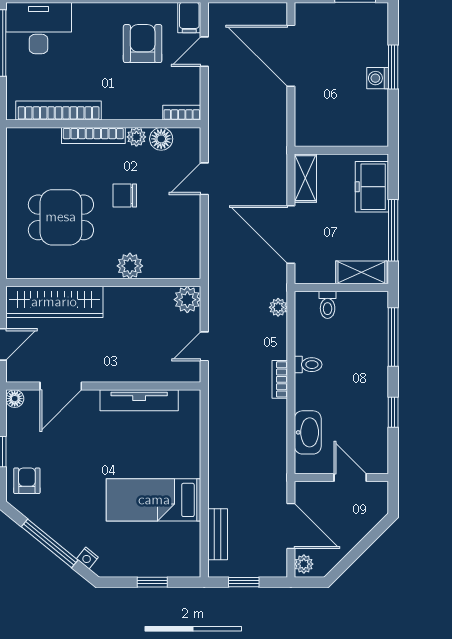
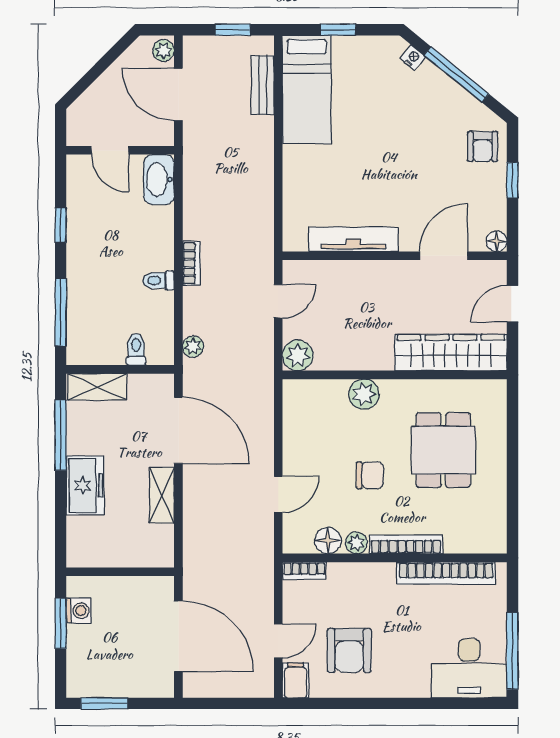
wall: (341, 150) -> (120, 572), moved
dining table: (61, 217) -> (443, 450), turned 90
washbasin: (308, 432) -> (159, 180), moved
bed: (154, 500) -> (307, 90), moved, turned 90

